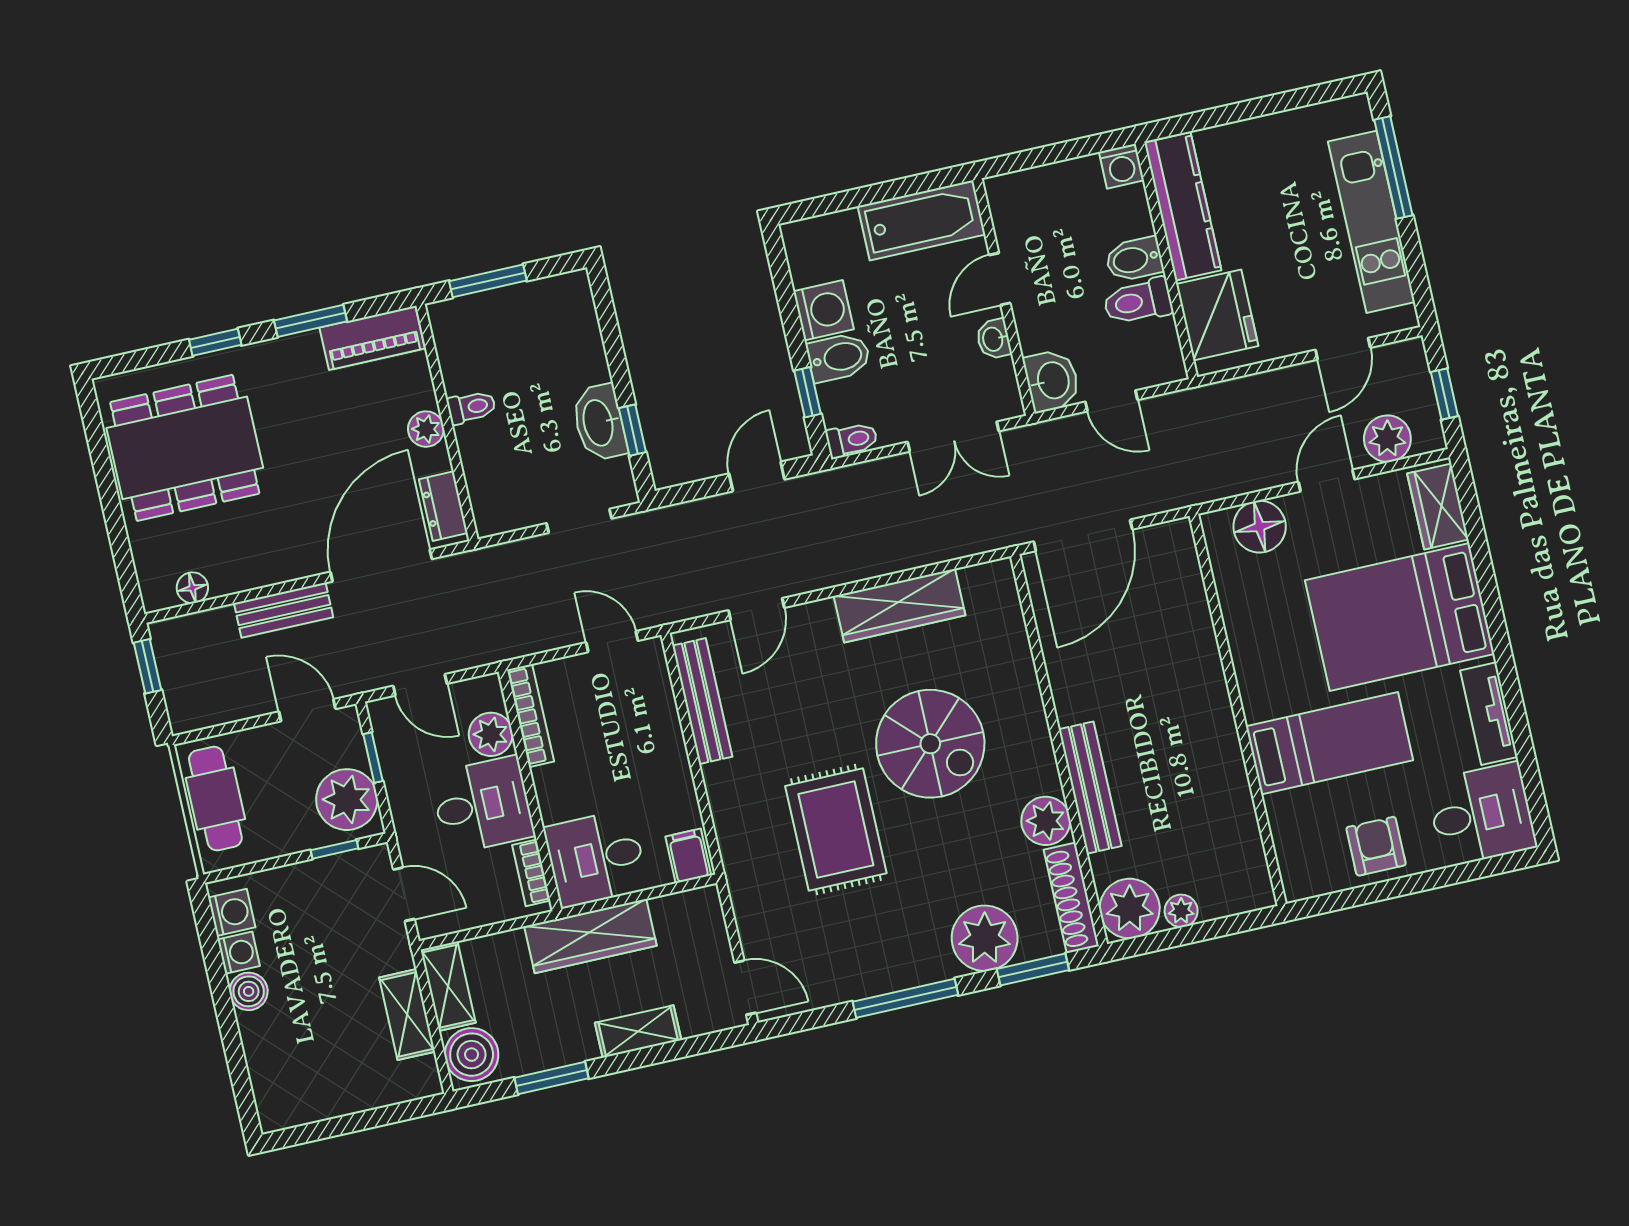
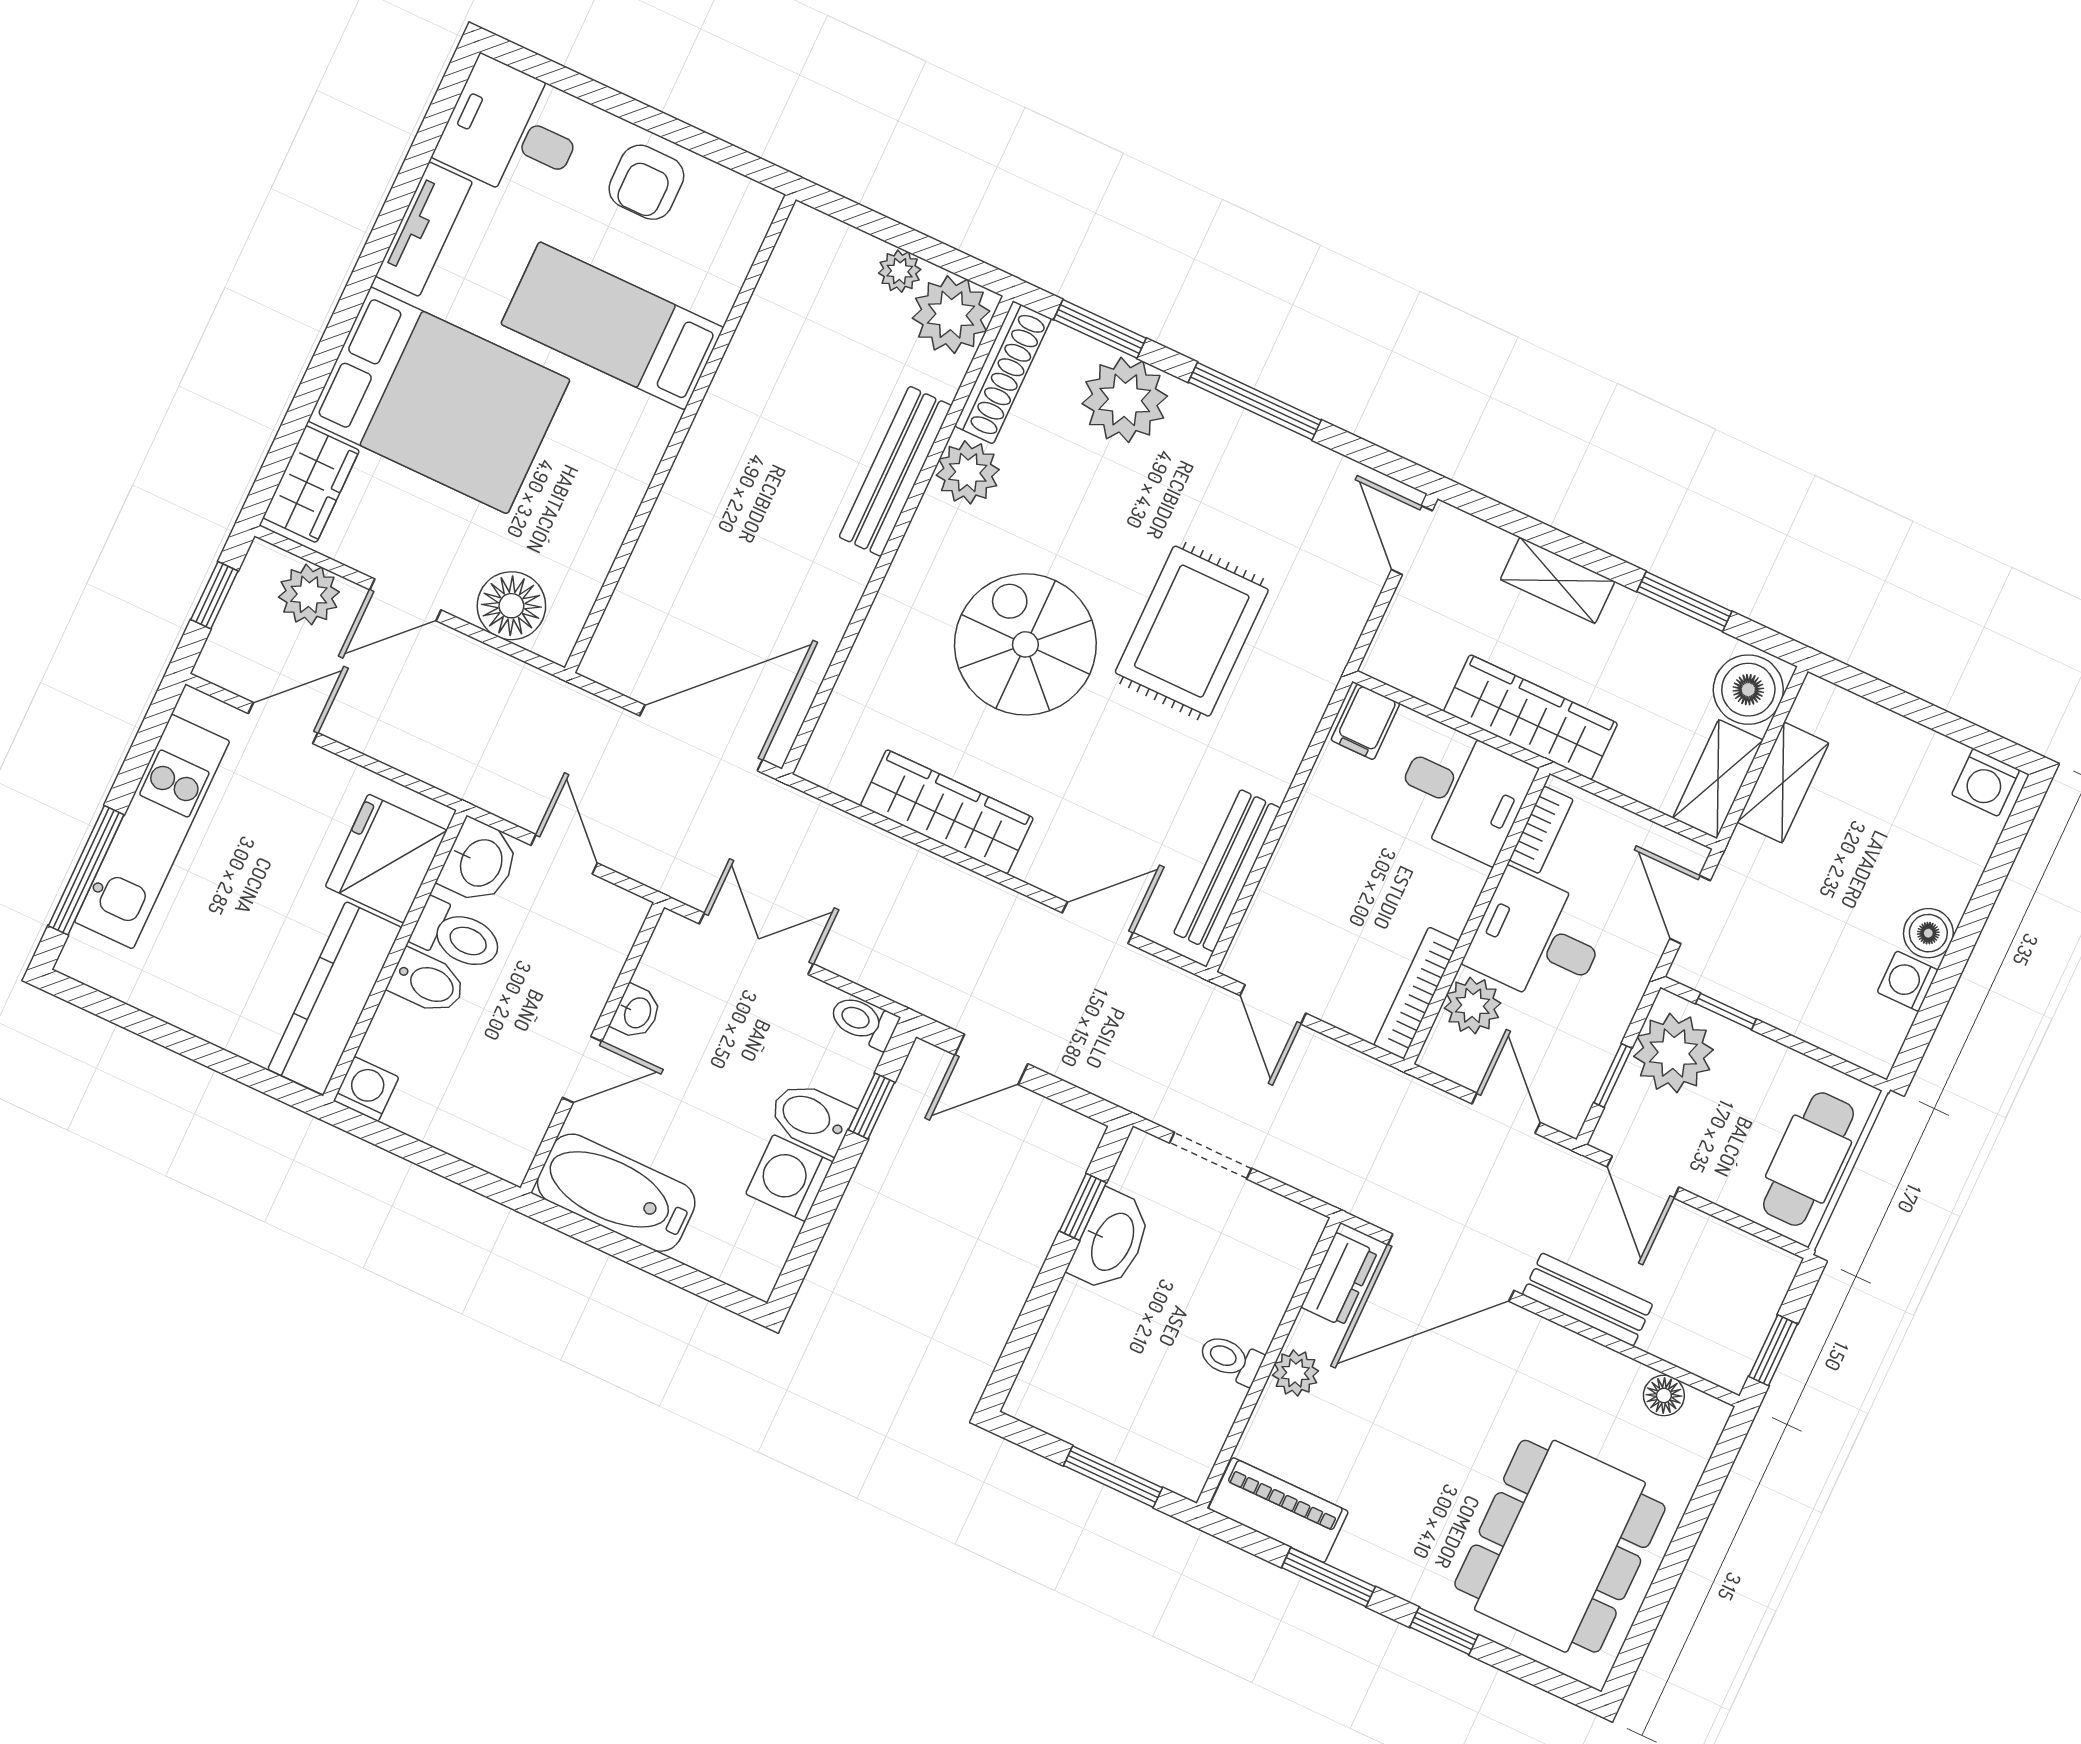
washbasin: (1052, 381) -> (479, 862), moved, turned 180
dining table: (185, 448) -> (1560, 1546), turned 90
washing machine: (232, 912) -> (1986, 782), moved, turned -90

